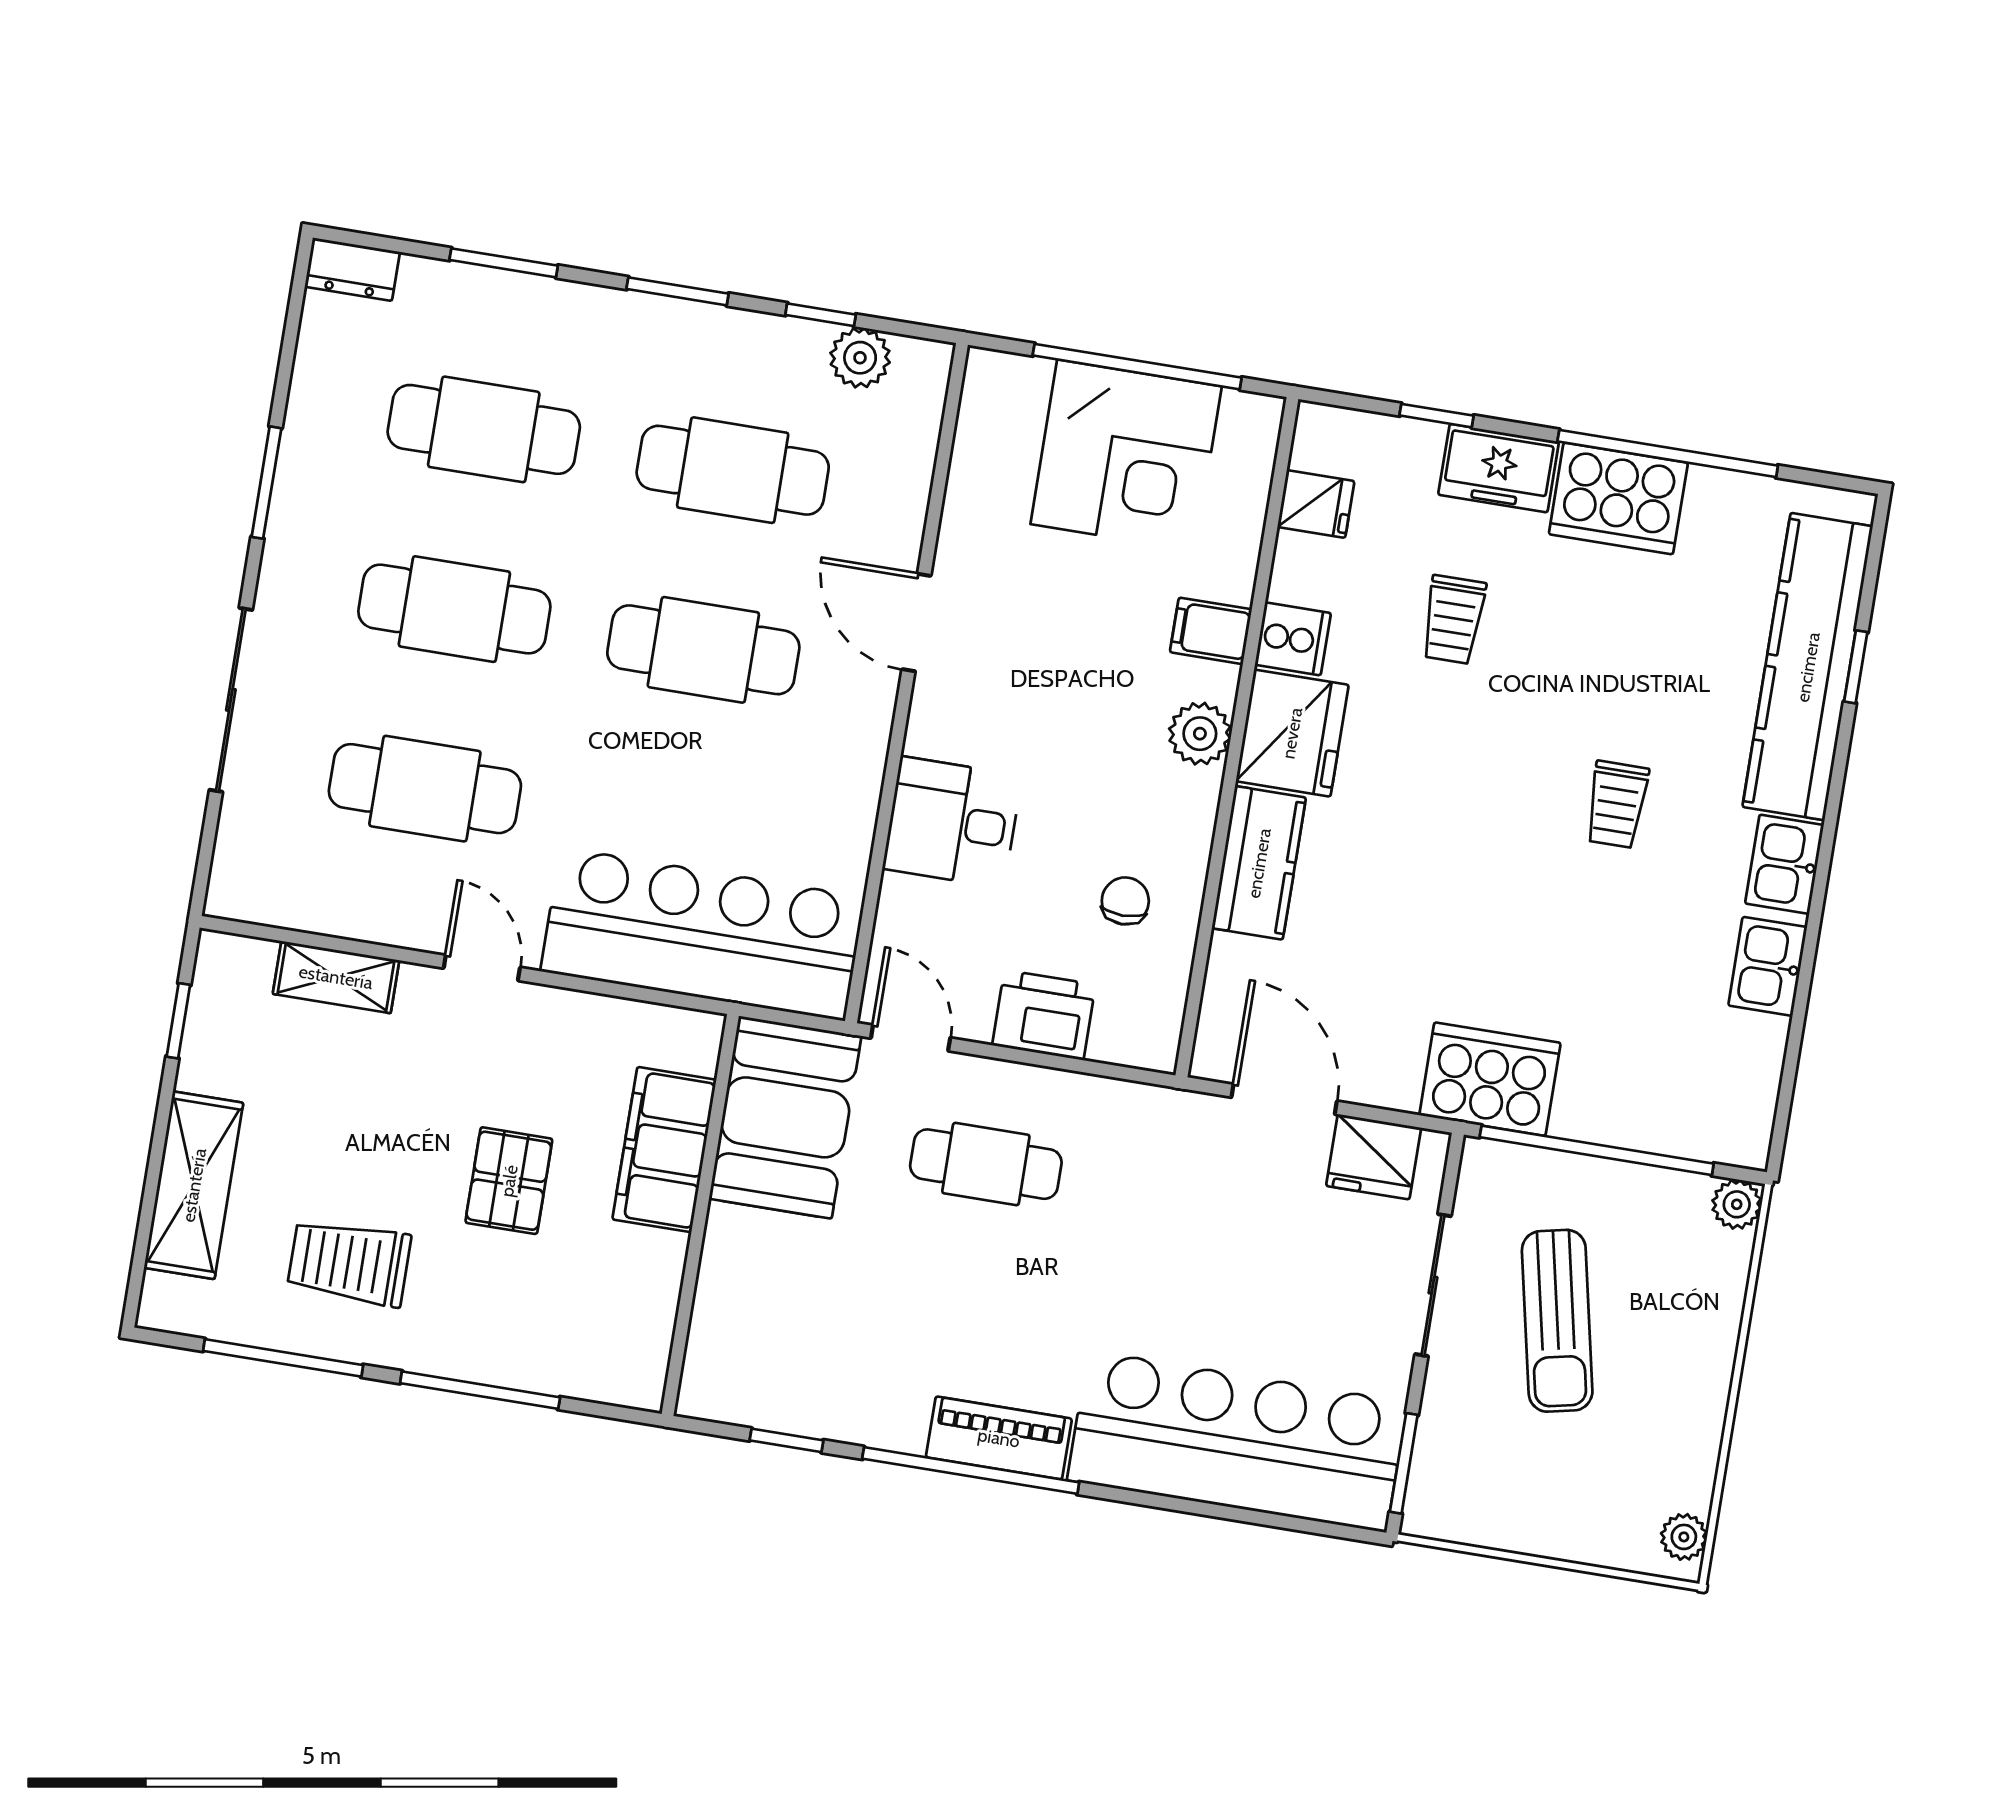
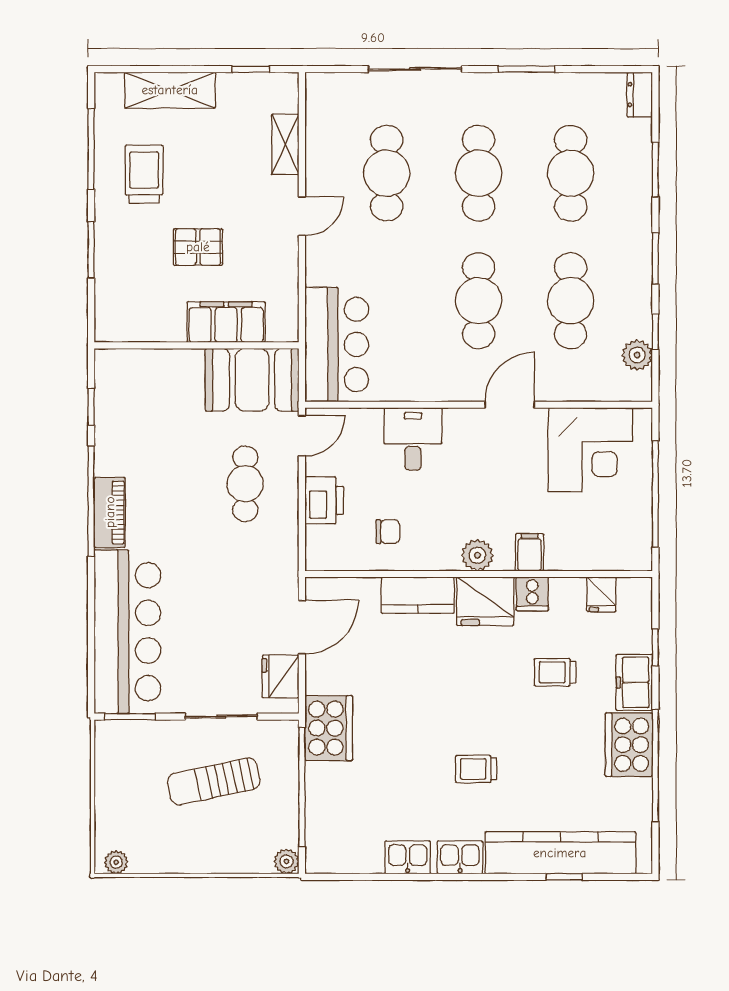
corner desk: (1126, 455) -> (590, 450), moved, turned -90
bar counter: (703, 934) -> (337, 344), width x0.73
window: (480, 1390) -> (91, 250), width x0.69

